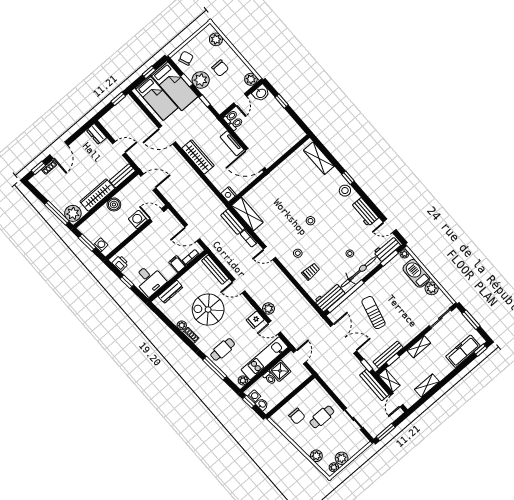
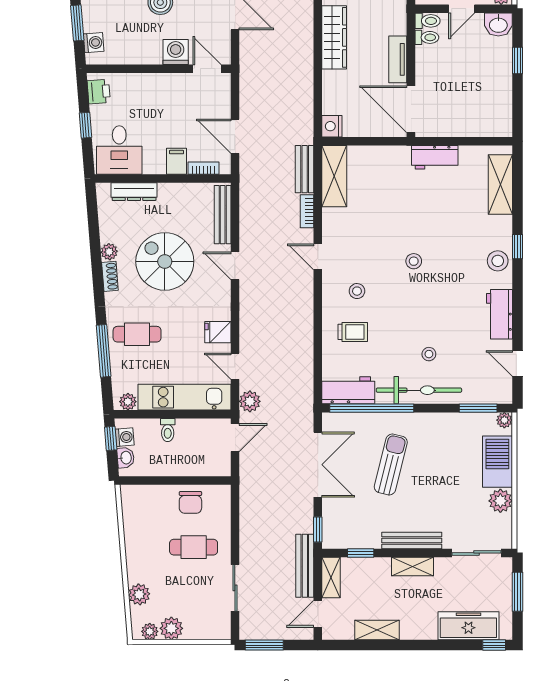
workbench: (387, 249) -> (435, 157), moved, turned 180
plant: (268, 309) -> (250, 401), moved
bench: (388, 355) -> (412, 540), moved
shower: (280, 371) -> (191, 433), removed
chair: (297, 416) -> (190, 502), moved

